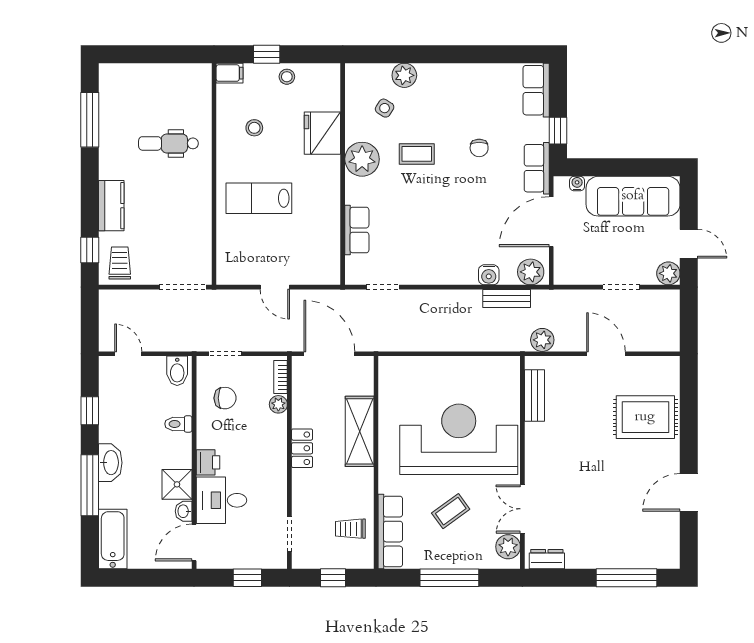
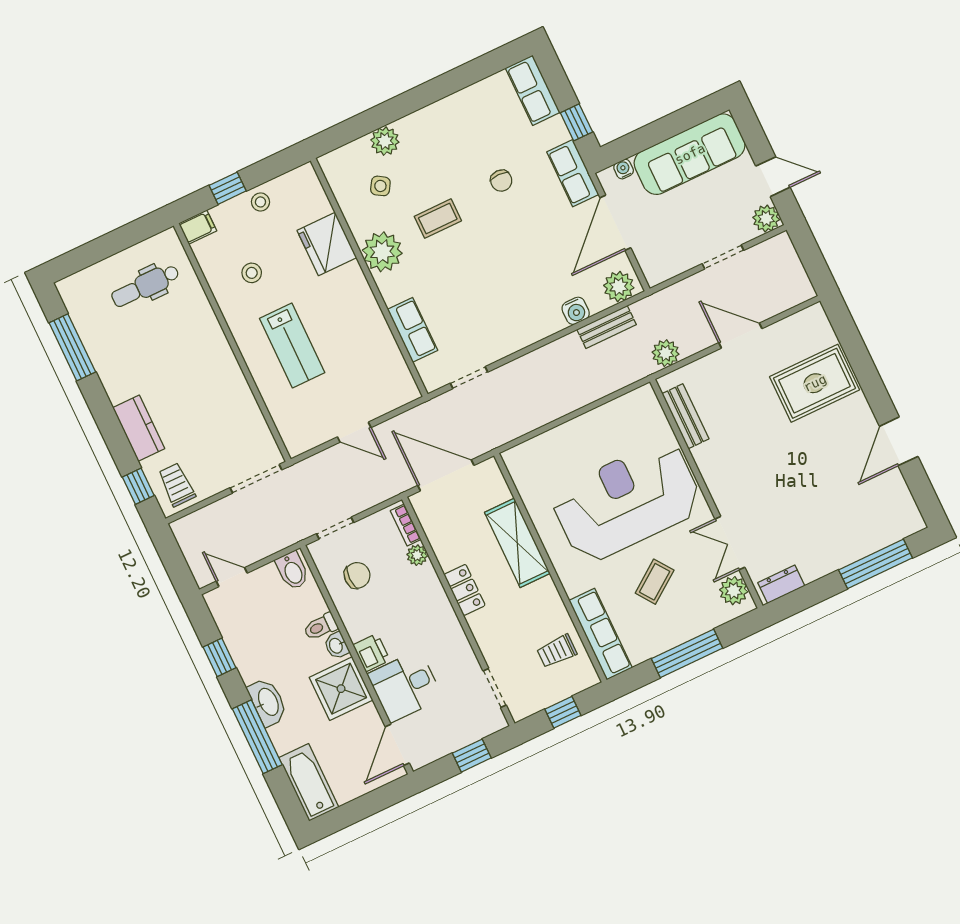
dental chair: (168, 143) -> (145, 286), moved
lab bench: (259, 198) -> (292, 346), turned -90
shower: (177, 484) -> (341, 689), width x1.36, depth x1.36
washbasin: (184, 511) -> (336, 646), moved

